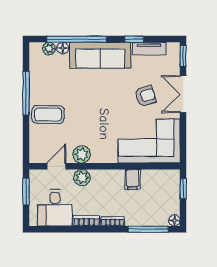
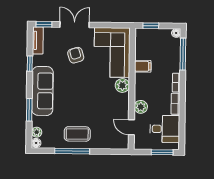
window: (77, 39) -> (29, 110), width x0.47
floor lamp: (63, 48) -> (36, 143), moved
tv unit: (149, 49) -> (38, 40), moved
double door: (183, 94) -> (75, 25), swing flipped
coffee table: (48, 115) -> (77, 134), moved, turned 90
plant: (82, 154) -> (122, 85), moved
window: (26, 192) -> (162, 152), moved

